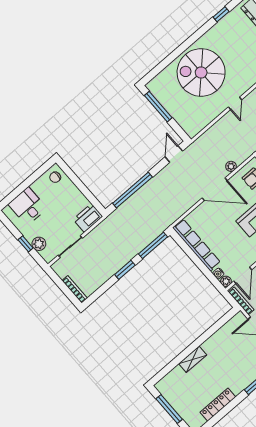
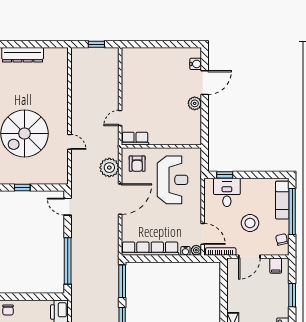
door: (235, 103) -> (69, 142), moved
window: (158, 107) -> (22, 188), width x0.46
plant: (231, 166) -> (109, 168), width x1.87, depth x1.87

